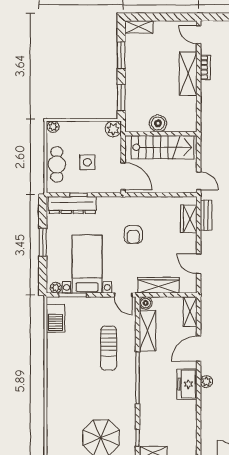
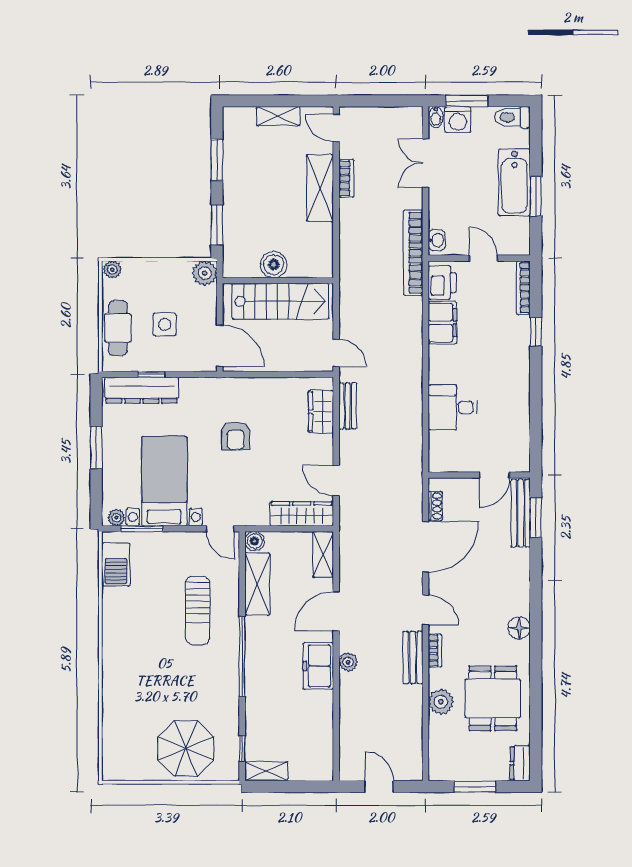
shelving: (139, 27) -> (278, 116), moved
wardrobe: (158, 285) -> (302, 514), moved

